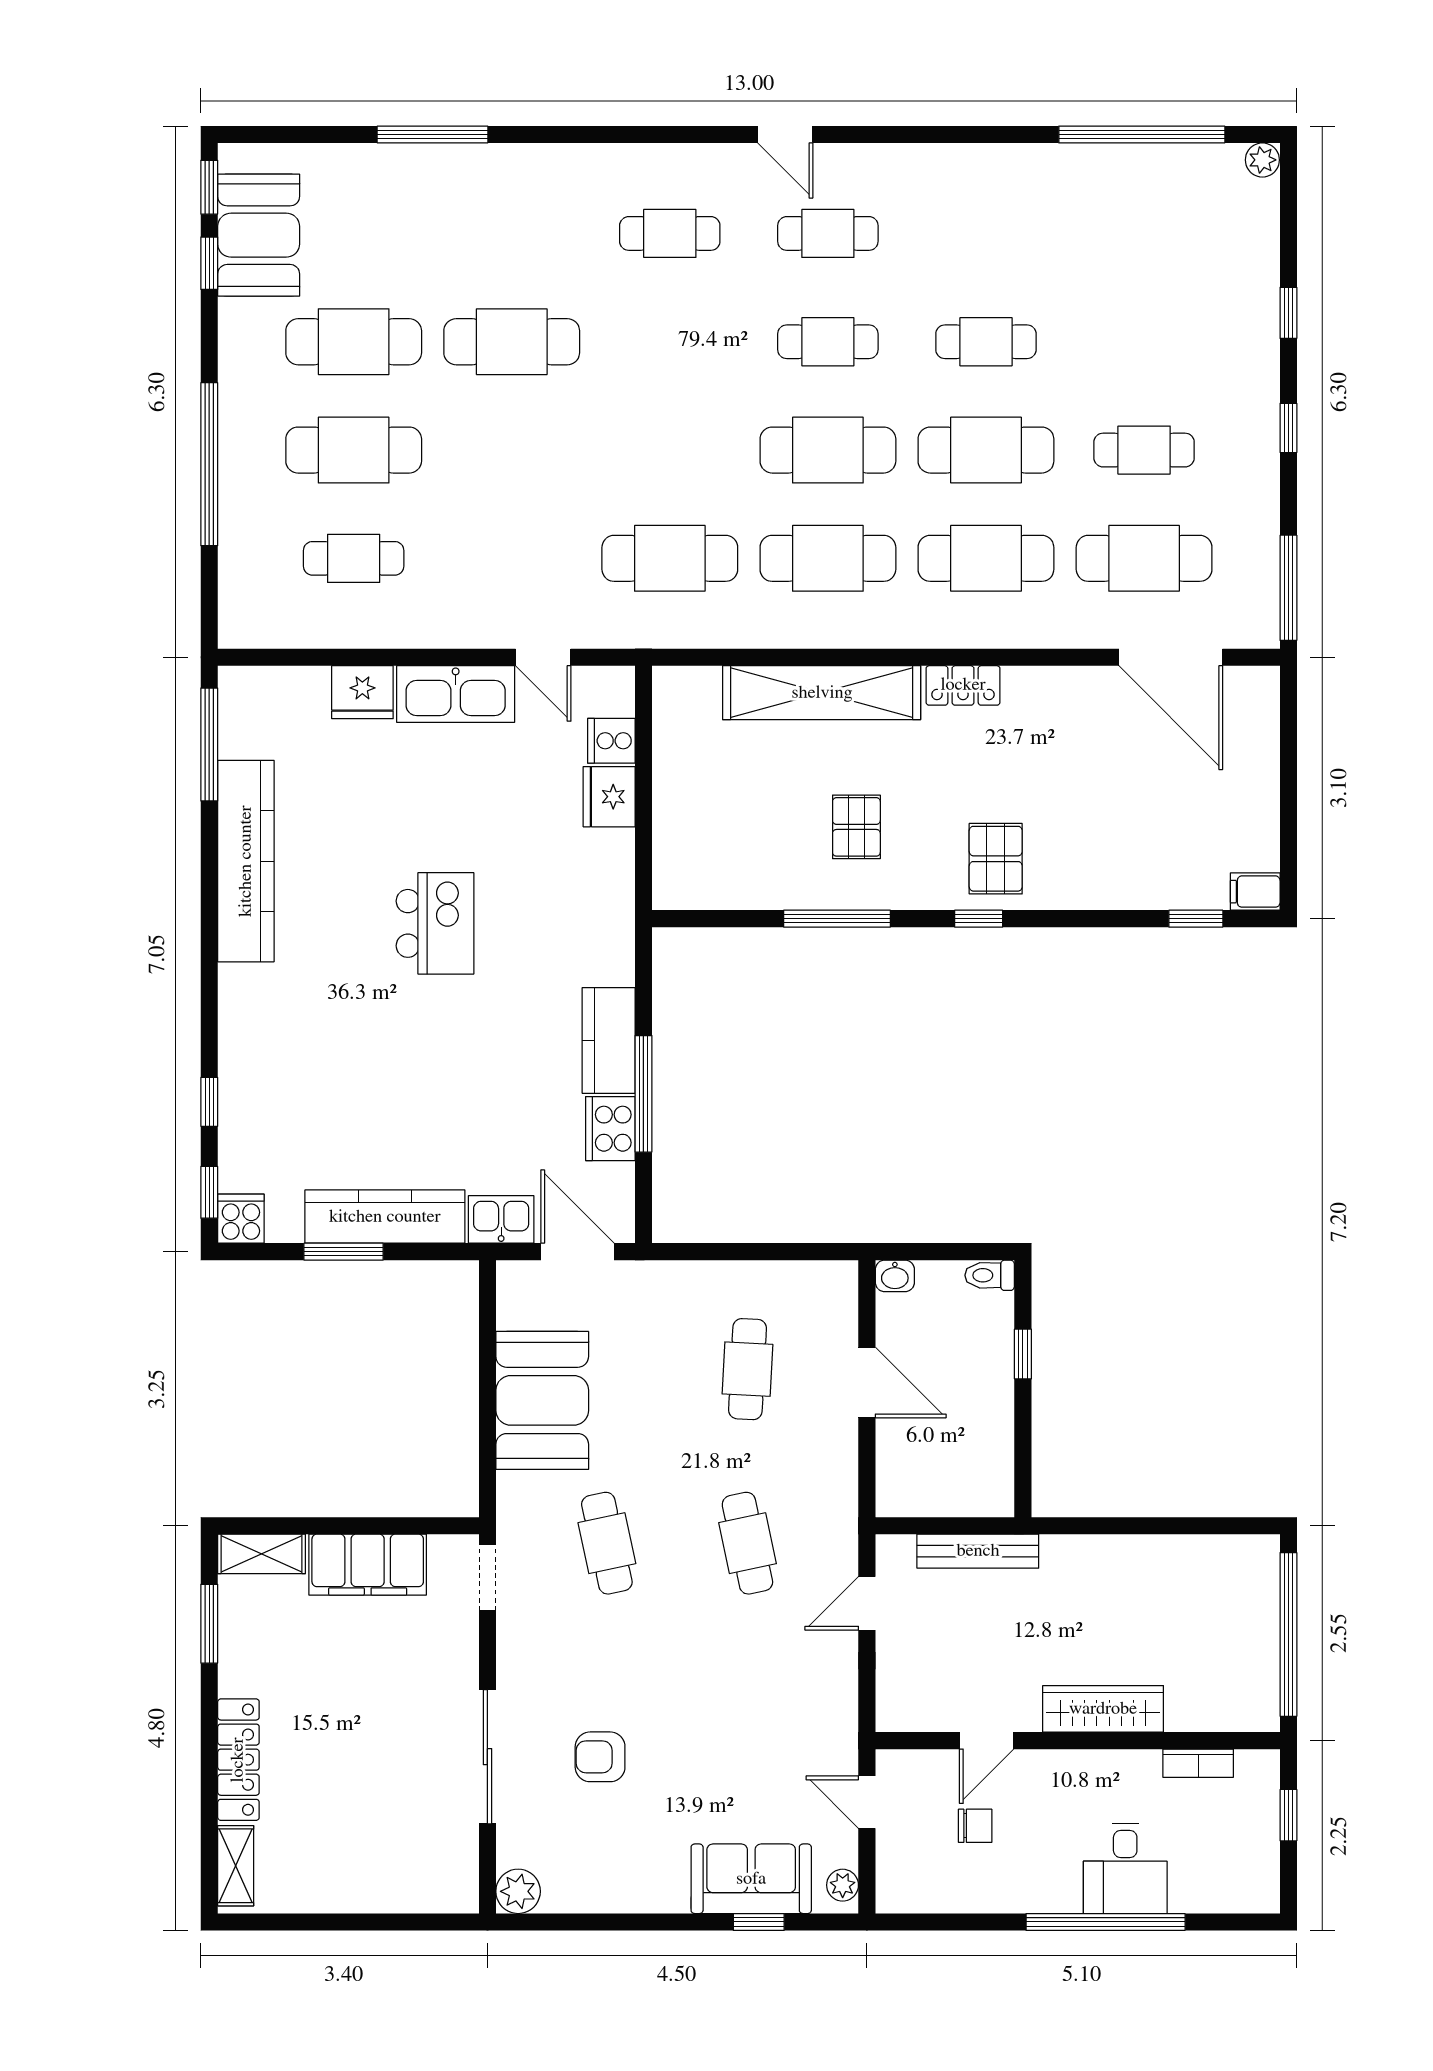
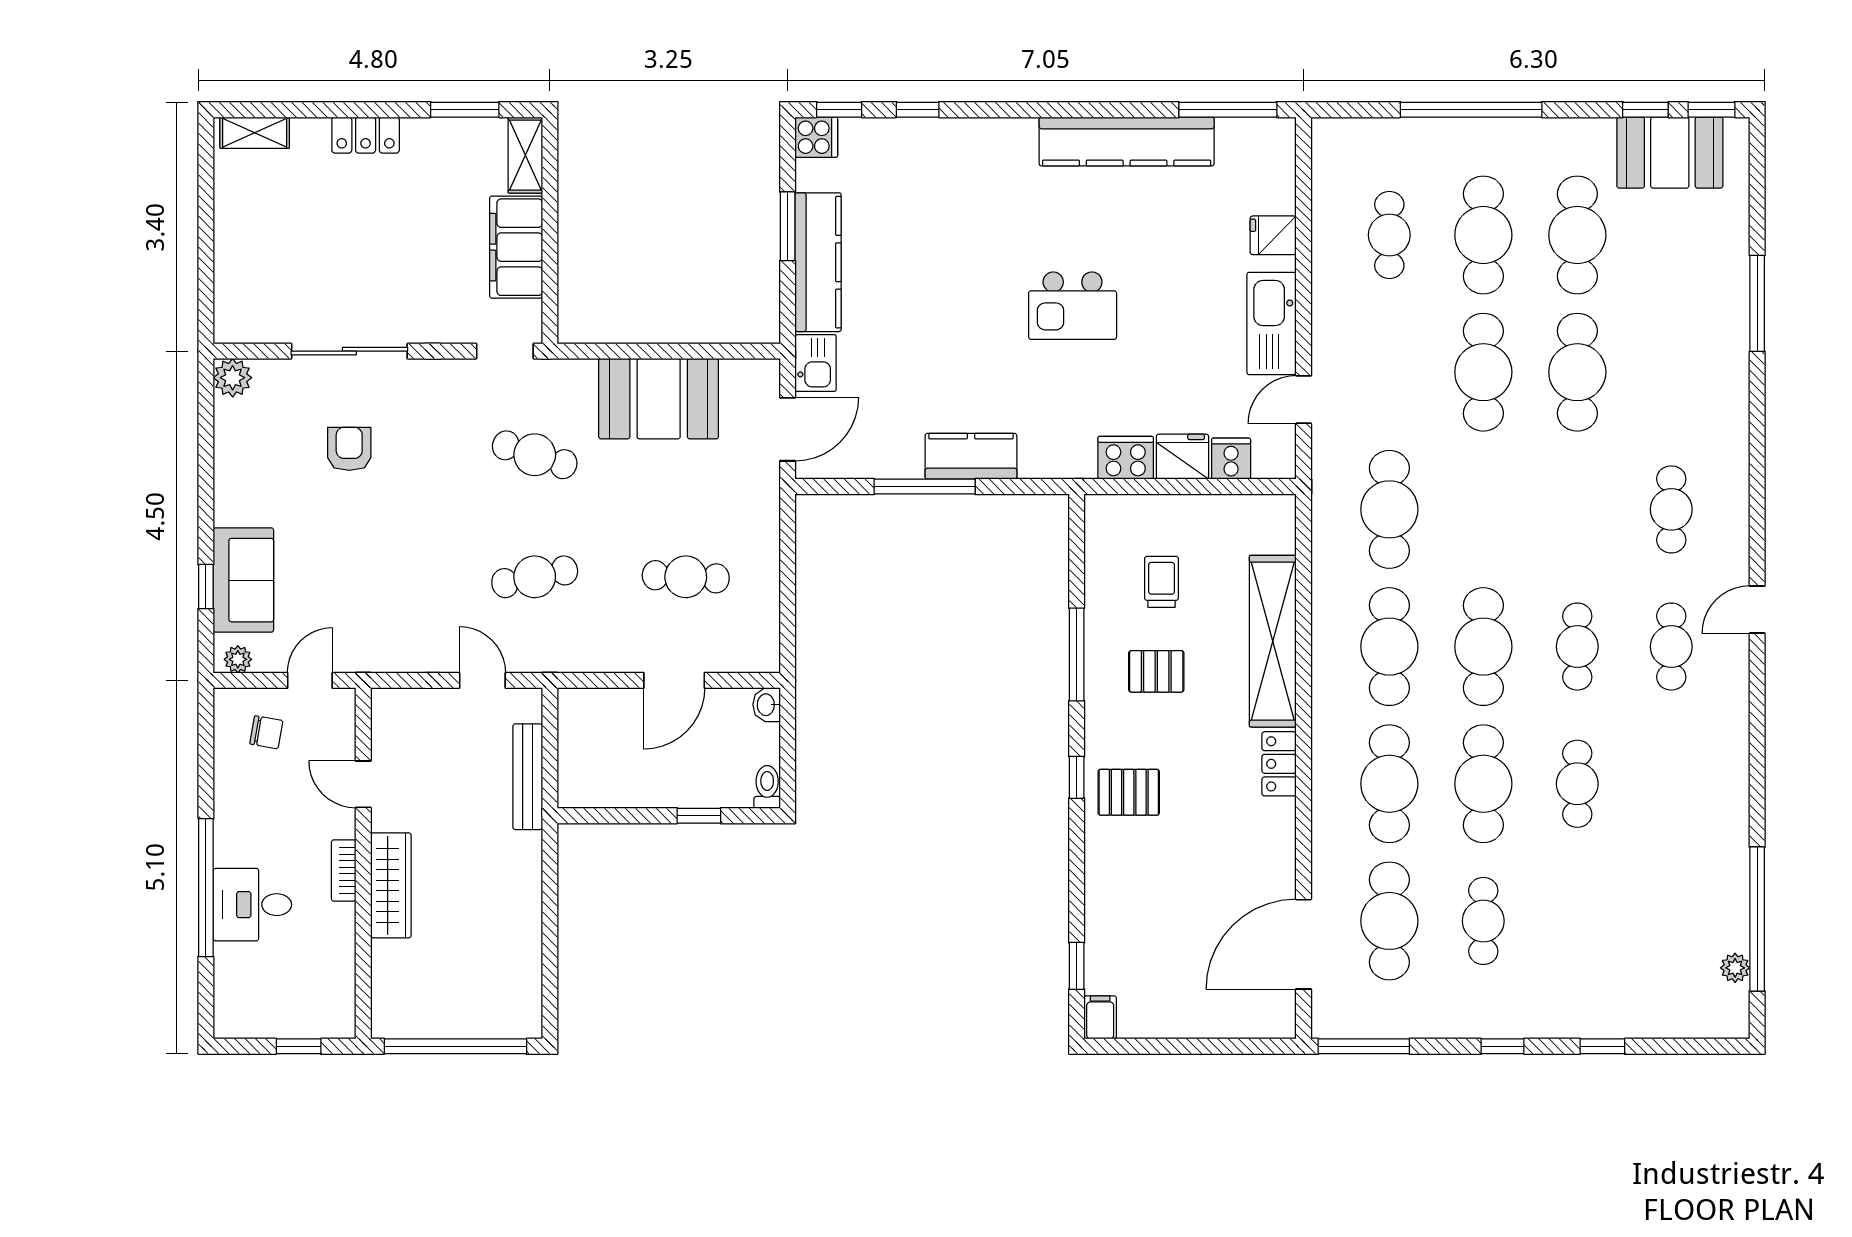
plant: (1262, 160) -> (1735, 968), moved
cafe table: (512, 450) -> (1483, 372), added
fridge: (362, 692) -> (1273, 235), width x0.72
trolley: (753, 821) -> (1162, 582), added
cooker: (610, 1129) -> (1126, 458), moved
cafe table: (607, 1543) -> (535, 455), turned 30
locker: (238, 1760) -> (366, 135), width x0.66
bookcase: (1198, 1763) -> (344, 870), moved
chair: (975, 1826) -> (266, 732), moved, turned -80

